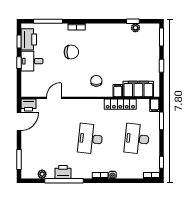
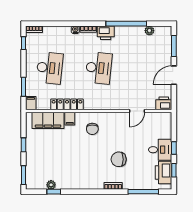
door: (19, 122) -> (174, 75), moved
printer: (63, 172) -> (106, 33), moved

